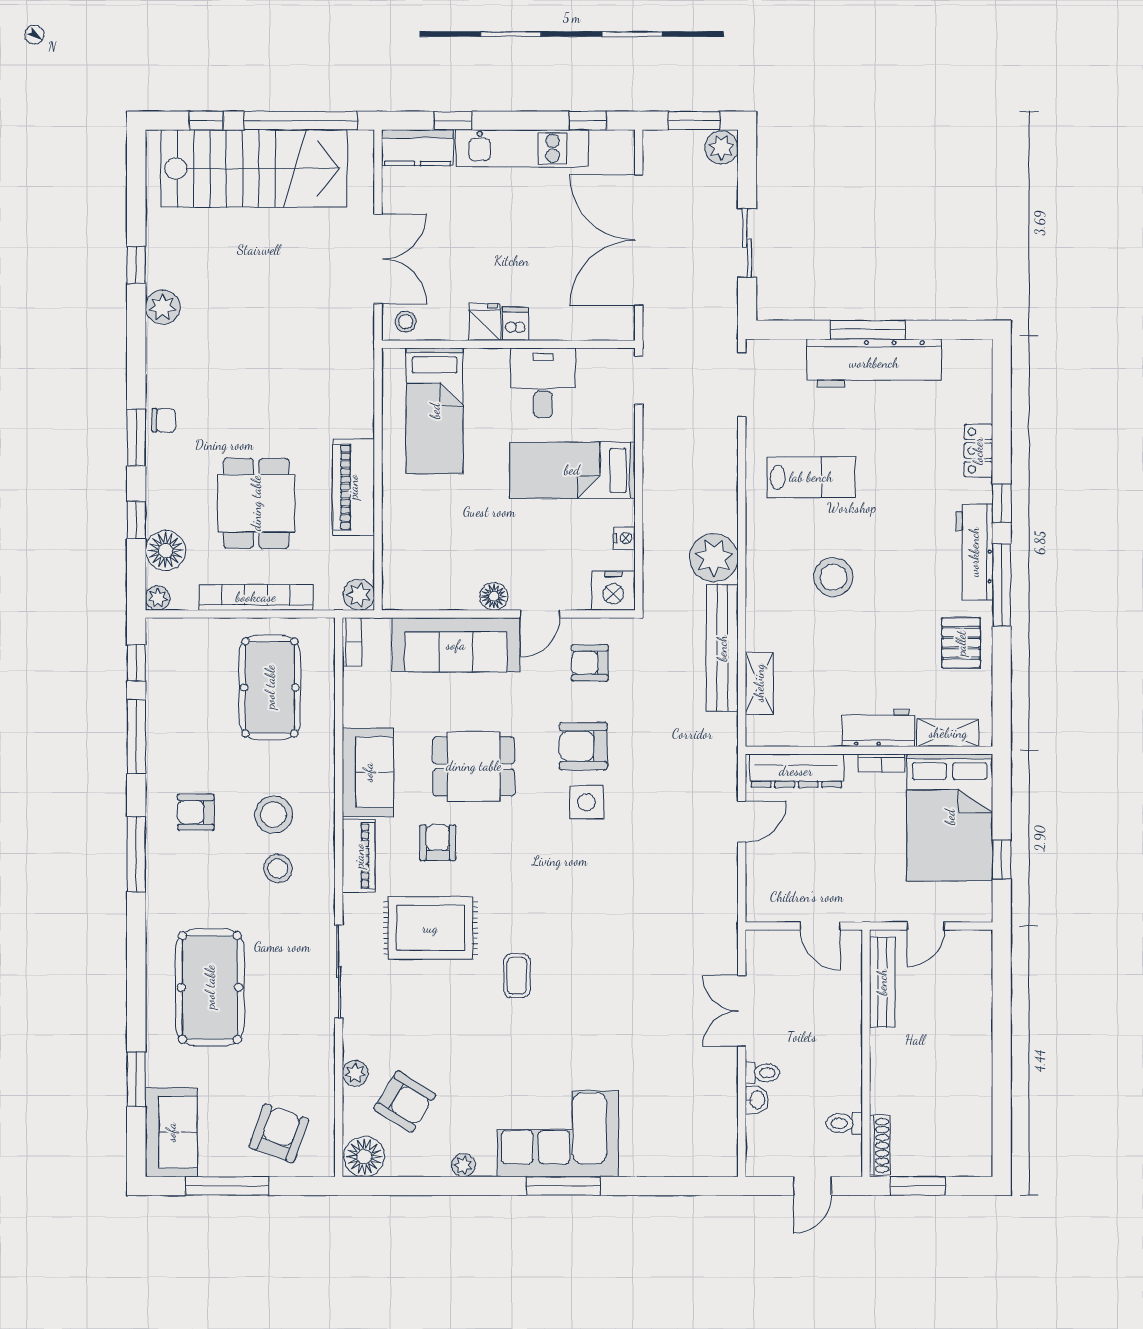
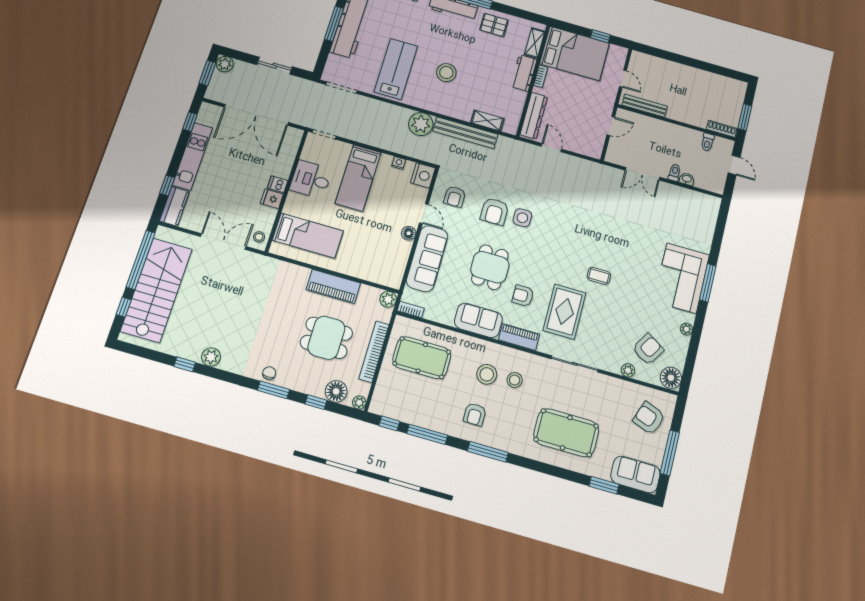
lab bench: (811, 477) -> (396, 69), width x1.36, depth x1.39

